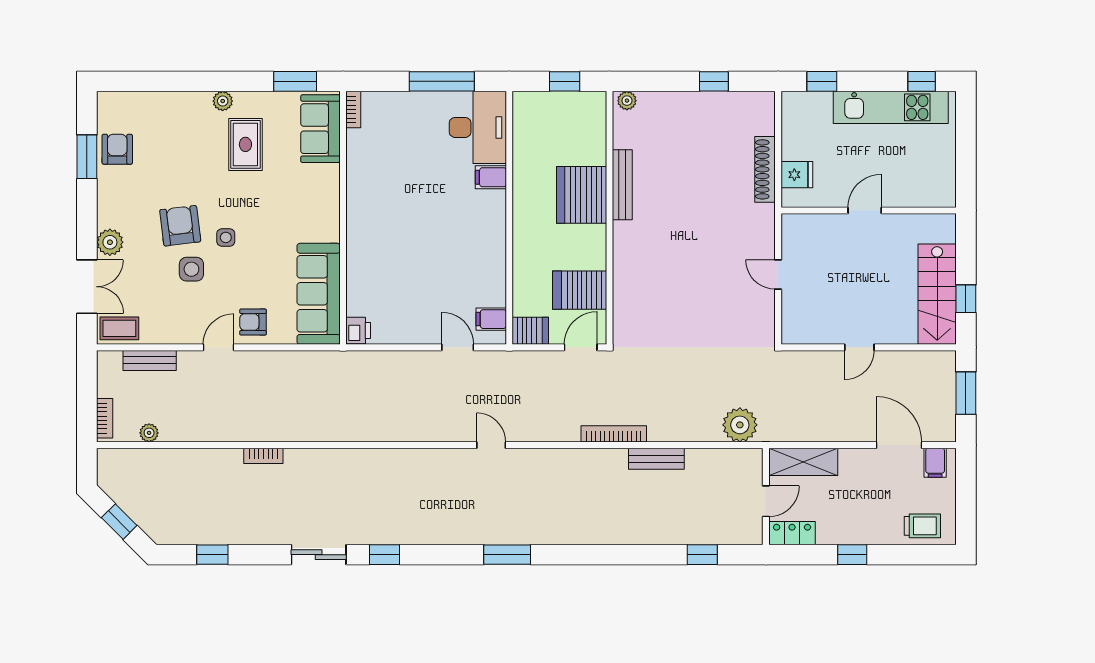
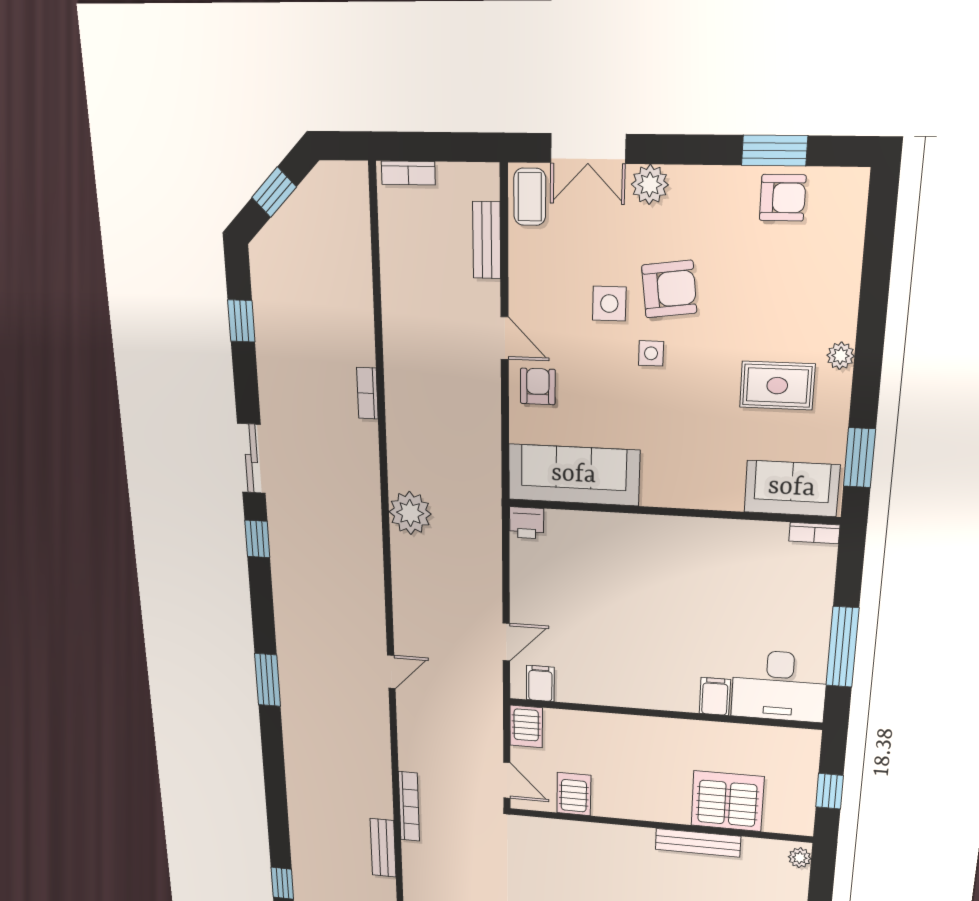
server rack: (582, 195) -> (727, 801), moved
server rack: (580, 290) -> (574, 794), width x0.73, depth x0.70
plant: (149, 433) -> (410, 513), moved, width x1.87, depth x1.87

